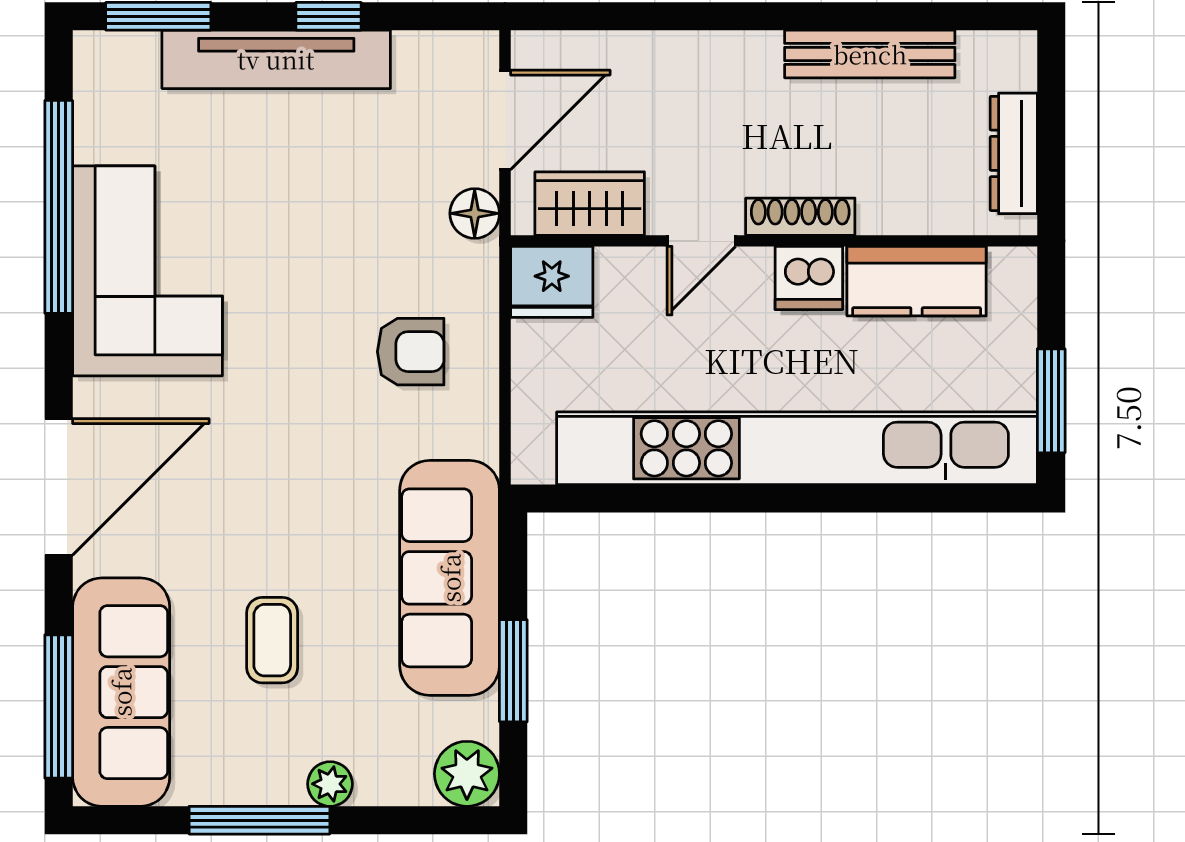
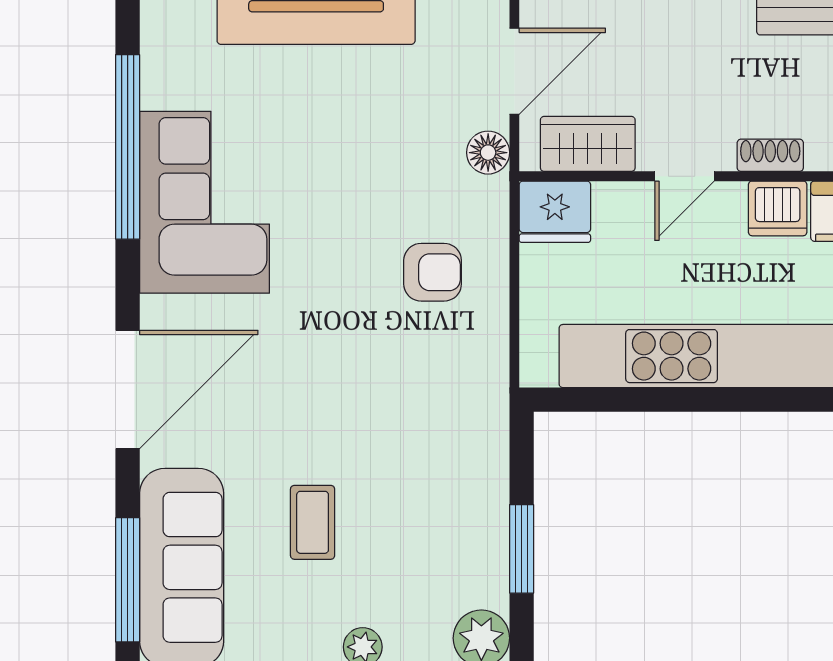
shoe rack: (800, 217) -> (770, 155), width x0.70
sofa: (450, 578) -> (466, 468), removed

